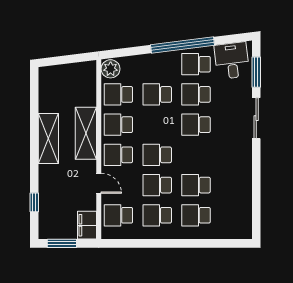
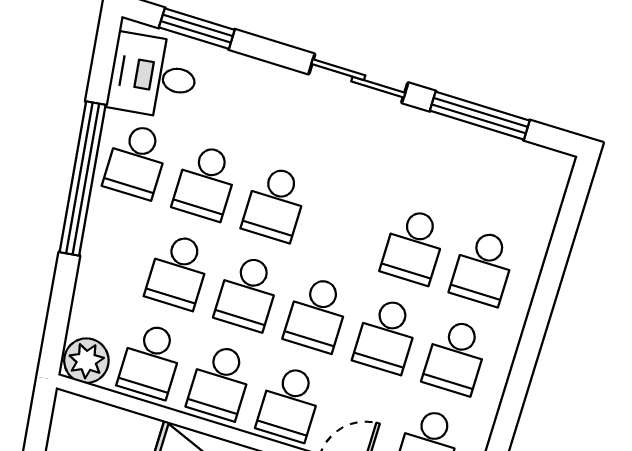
sliding door: (256, 118) -> (358, 78), moved
school desk: (157, 125) -> (248, 293), added
window: (256, 195) -> (480, 116), added

